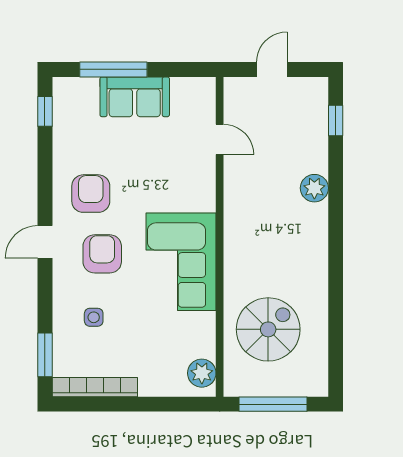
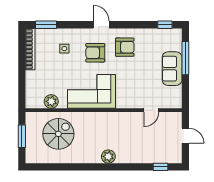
plant: (314, 188) -> (108, 156), moved
armchair: (102, 254) -> (95, 53), turned 180
spiral stairs: (268, 329) -> (58, 134), turned -90
plant: (202, 373) -> (51, 101), moved
window: (273, 404) -> (22, 136), width x0.69

